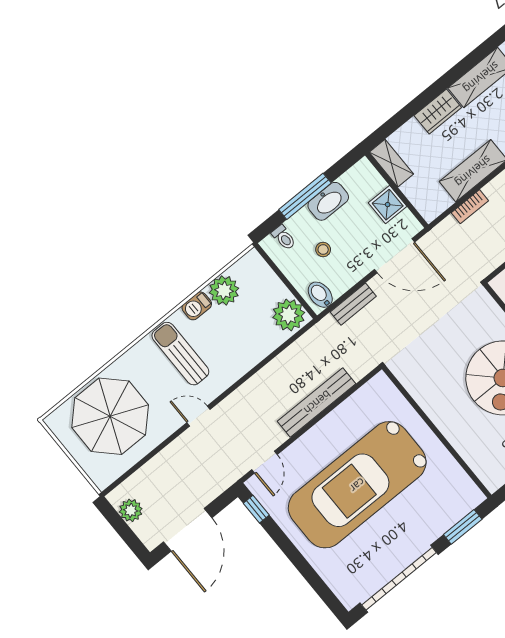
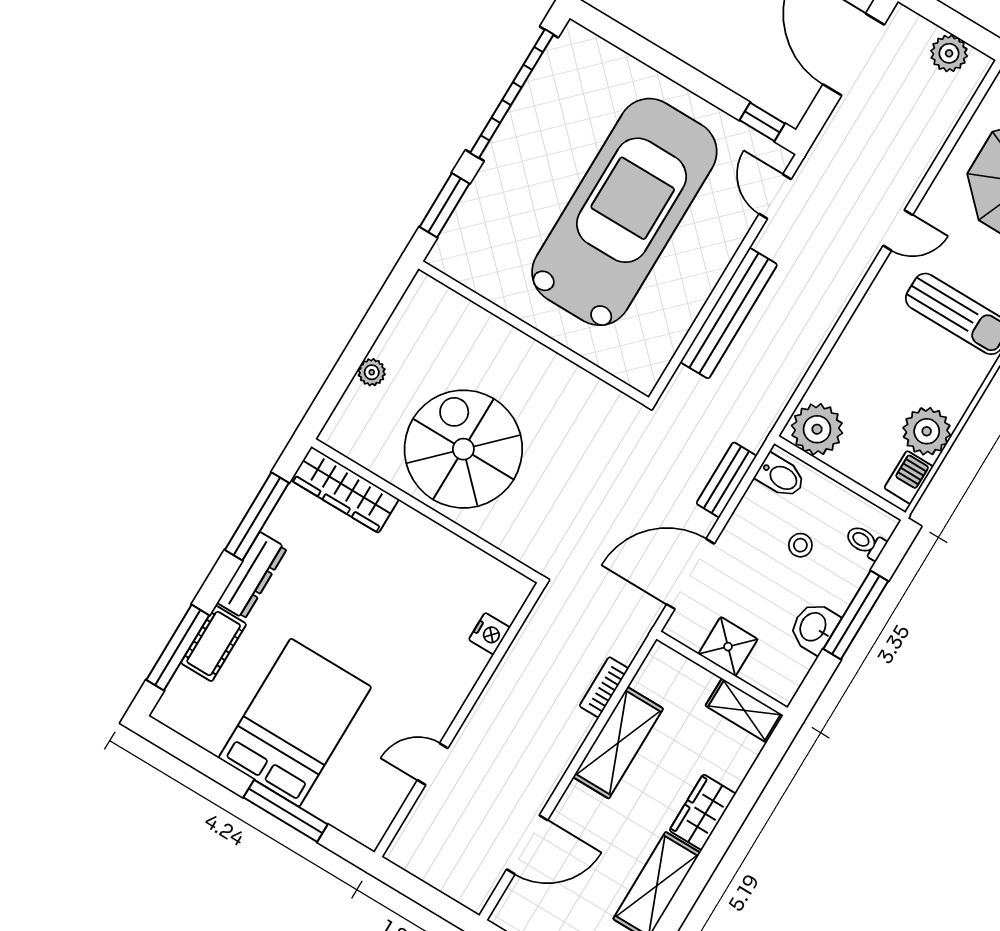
washbasin: (328, 201) -> (814, 627), width x0.72
barbecue: (197, 306) -> (909, 477), moved

